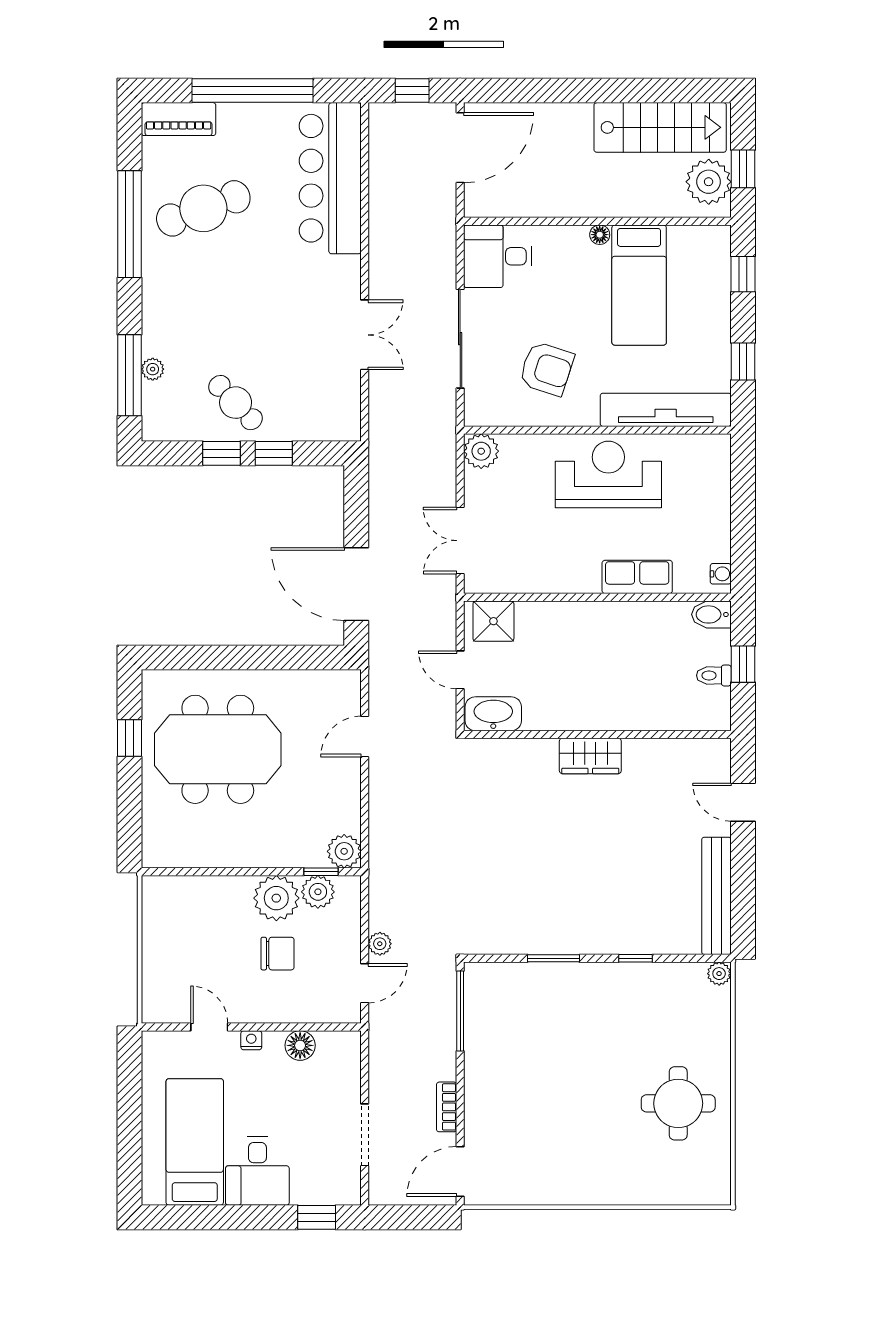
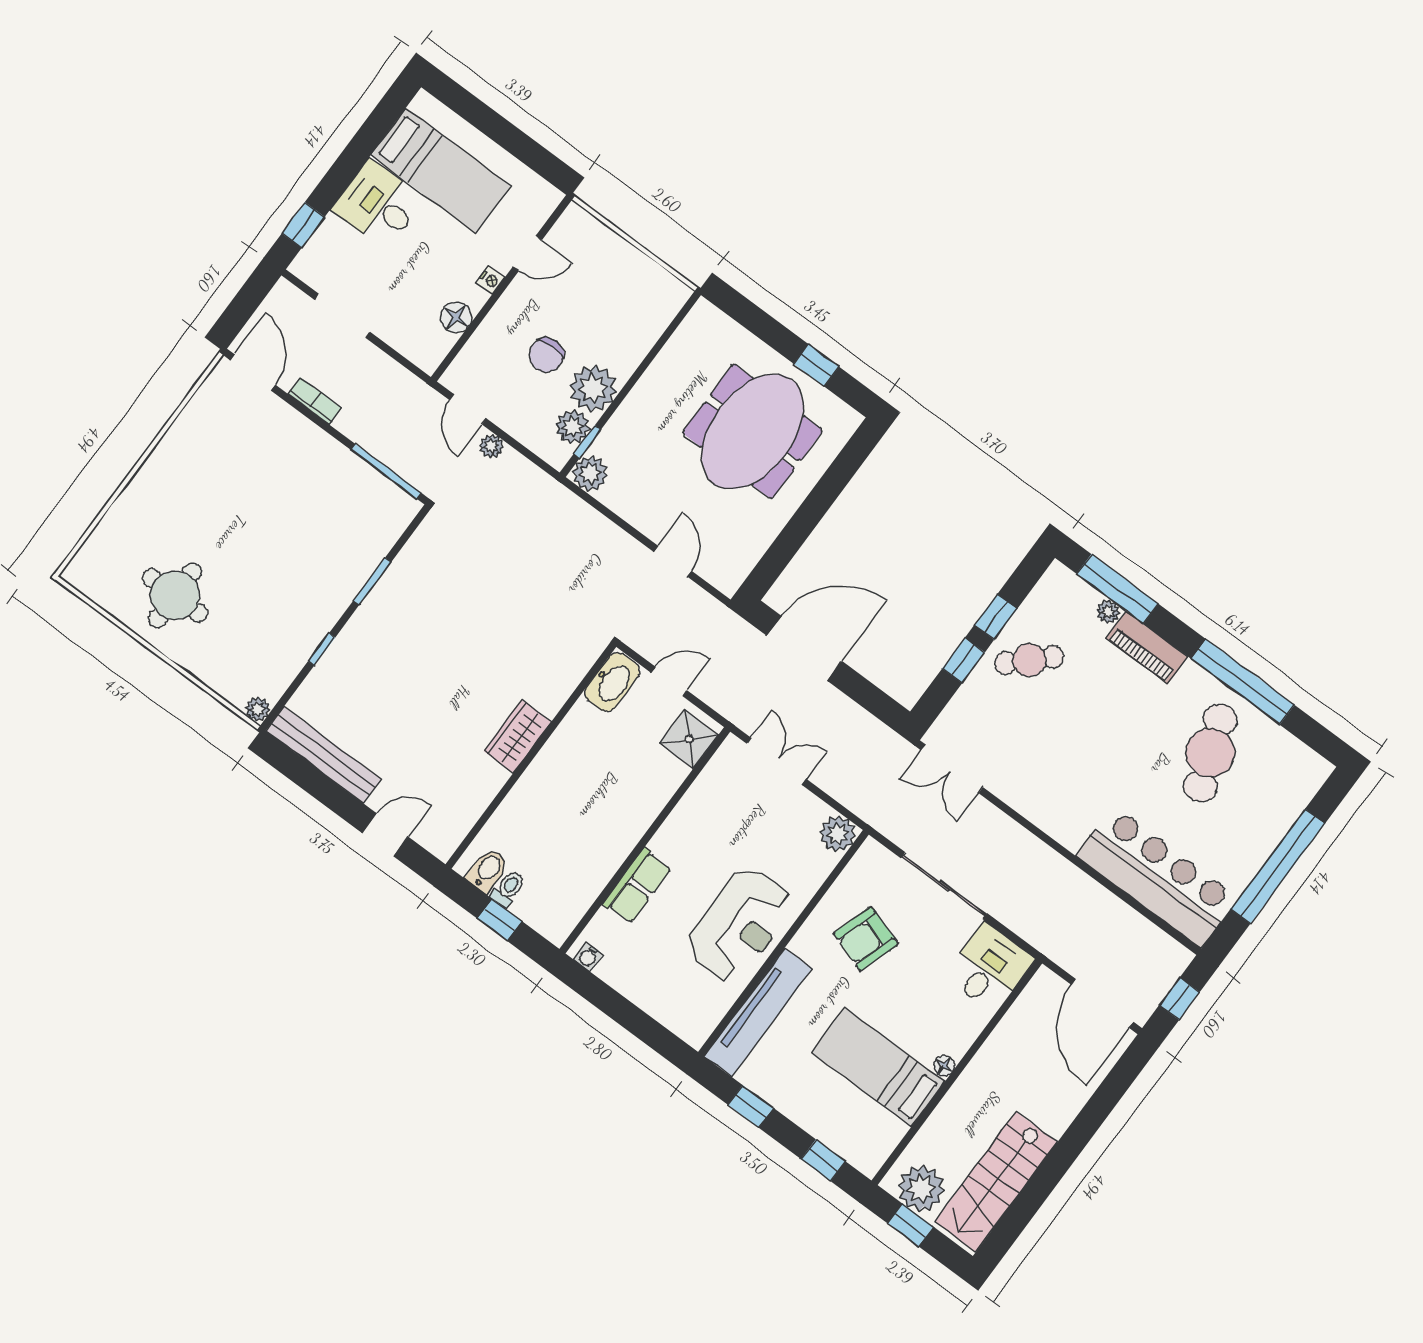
piano: (179, 119) -> (1147, 648), moved, turned -90
double door: (365, 335) -> (952, 769), moved
bidet: (711, 614) -> (488, 870), moved

